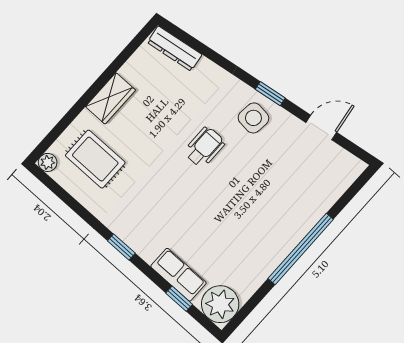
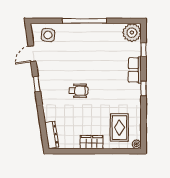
side table: (253, 118) -> (48, 35), moved
door: (321, 127) -> (32, 54), hinge flipped
wheelchair: (205, 147) -> (79, 91), turned 180
row of seats: (178, 275) -> (135, 70), moved

